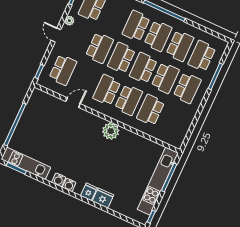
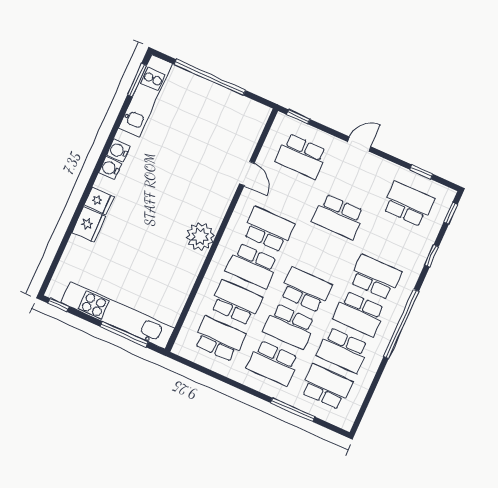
plant: (69, 21) -> (383, 166), removed
school desk: (121, 58) -> (219, 339), moved

